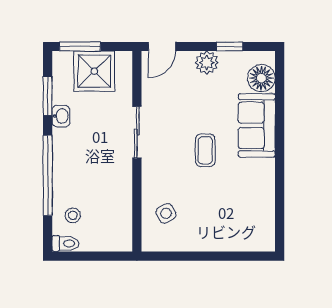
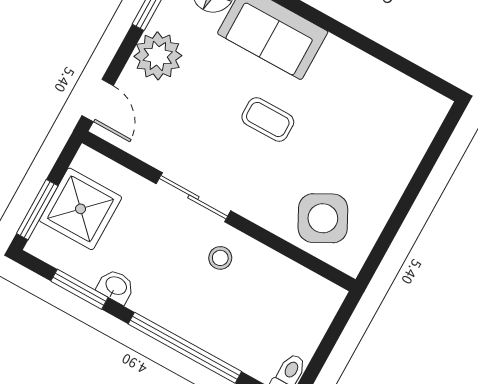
plant: (207, 63) -> (158, 56), width x1.36, depth x1.36
side table: (166, 213) -> (323, 218), width x1.87, depth x1.87
stool: (73, 215) -> (220, 258), moved

